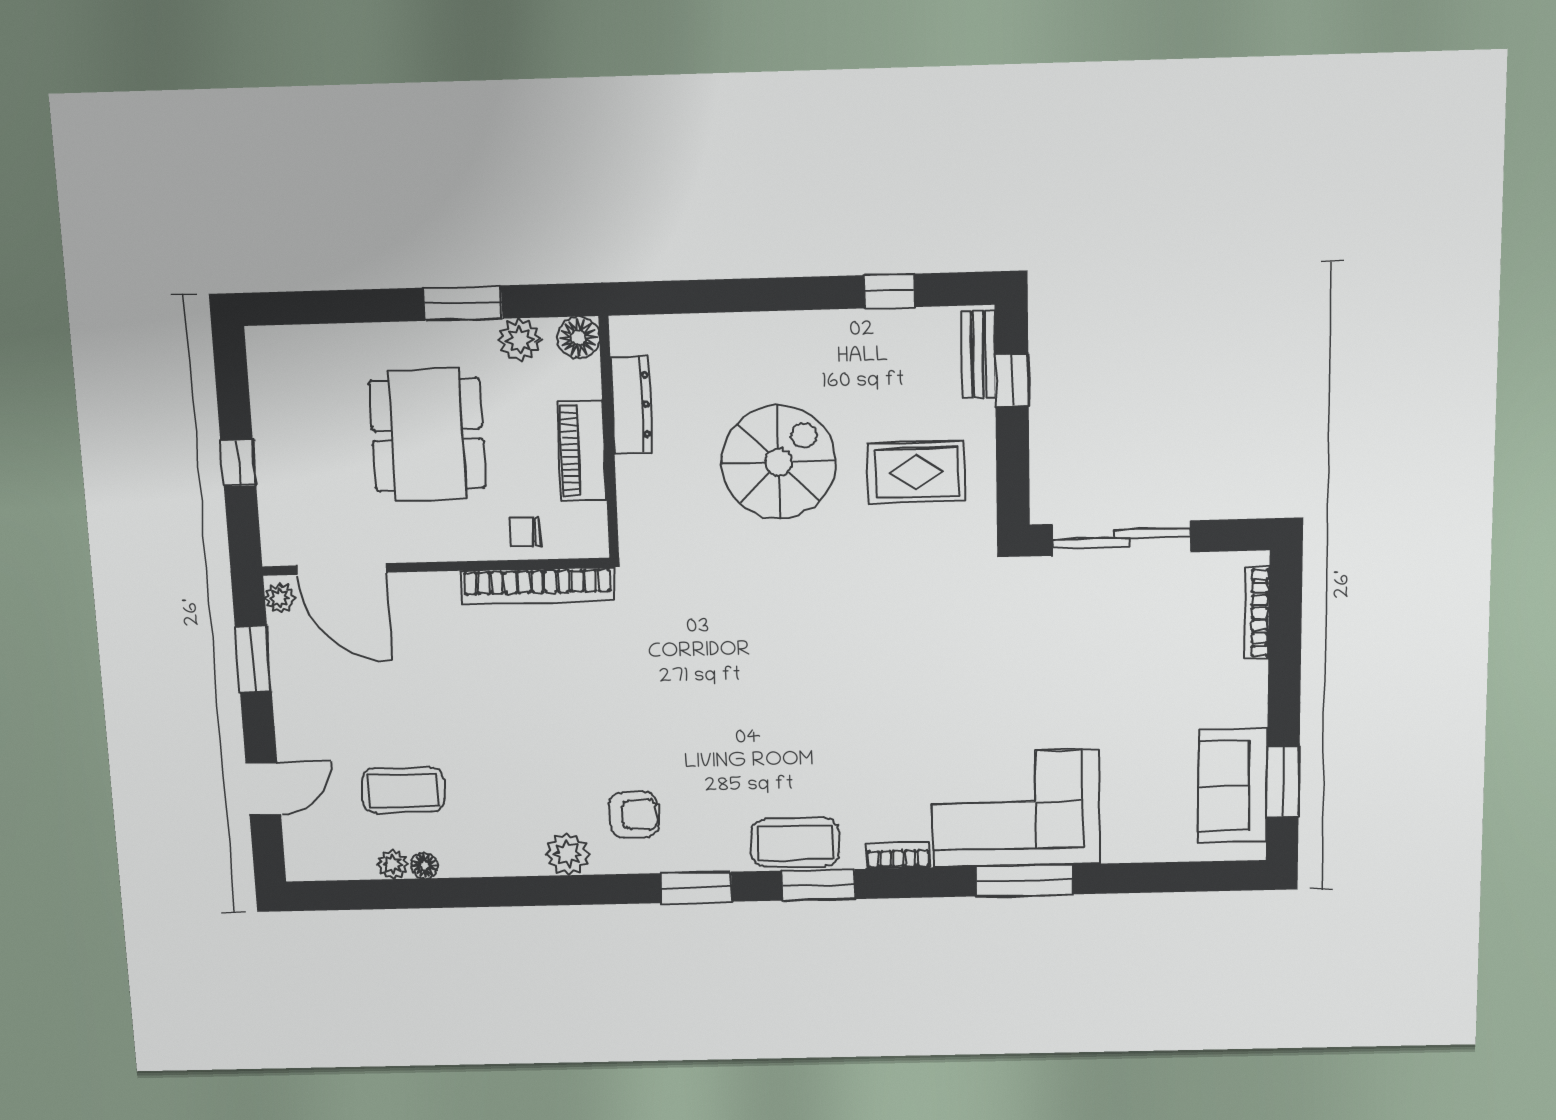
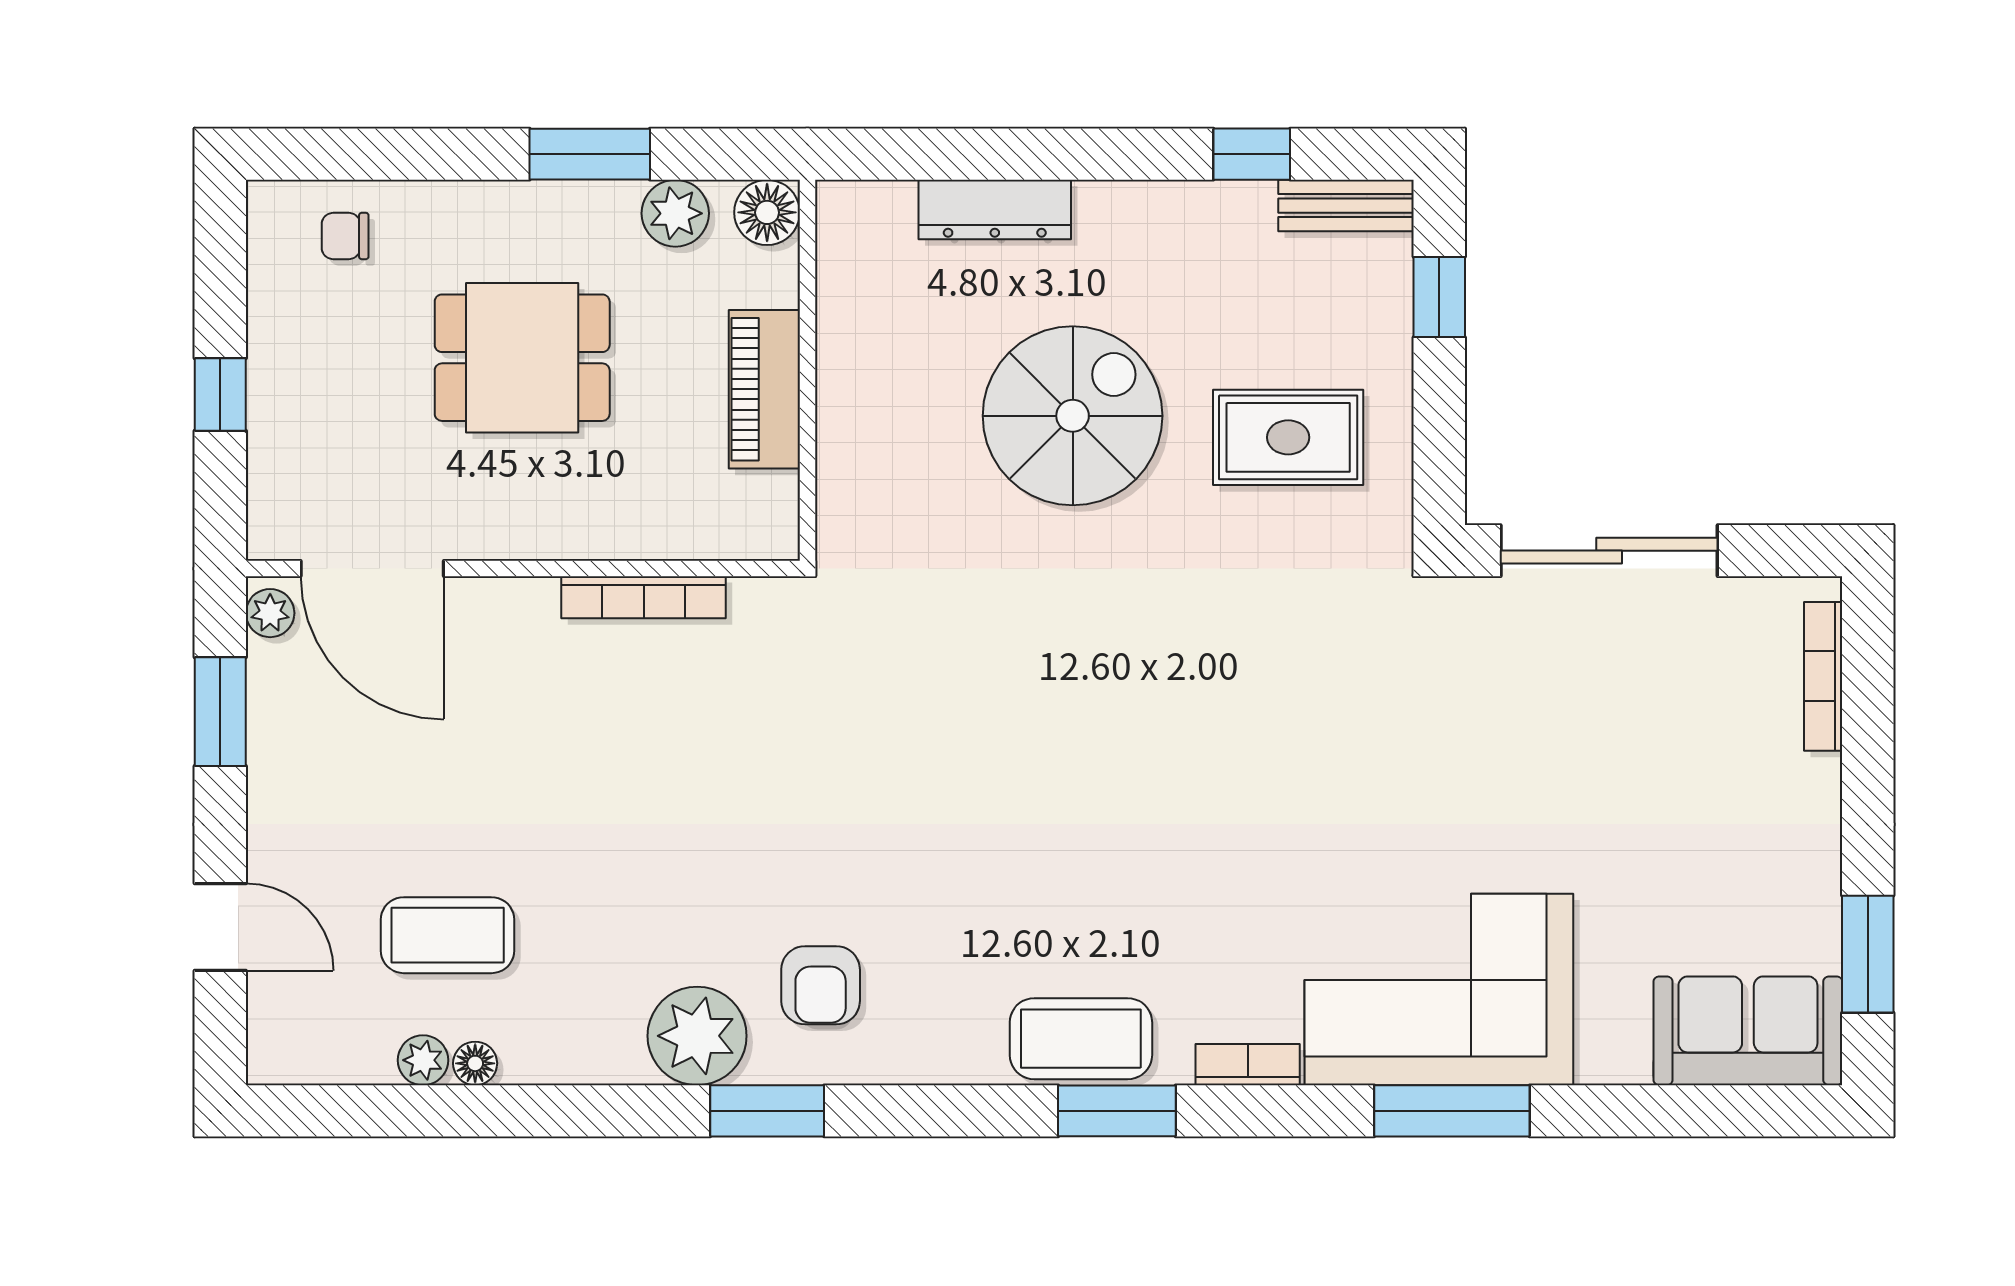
bench: (978, 354) -> (1346, 206), moved, turned 90
dresser: (631, 405) -> (995, 210), moved, turned 90
dining table: (427, 435) -> (522, 358), width x0.73
chair: (525, 532) -> (345, 236), moved
bookcase: (537, 586) -> (644, 597), width x0.68, depth x0.76
sofa: (1233, 786) -> (1748, 1031), moved, turned 90
door: (263, 789) -> (220, 927), hinge flipped
armchair: (634, 815) -> (821, 985), turned 90
plant: (568, 854) -> (697, 1036), width x1.36, depth x1.36
window: (696, 887) -> (767, 1111), moved

